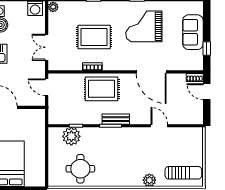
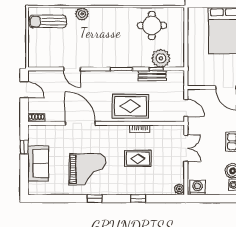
rug: (94, 37) -> (138, 159), width x0.73, depth x0.70
door: (207, 92) -> (24, 90), moved
bench: (116, 119) -> (152, 76), moved

